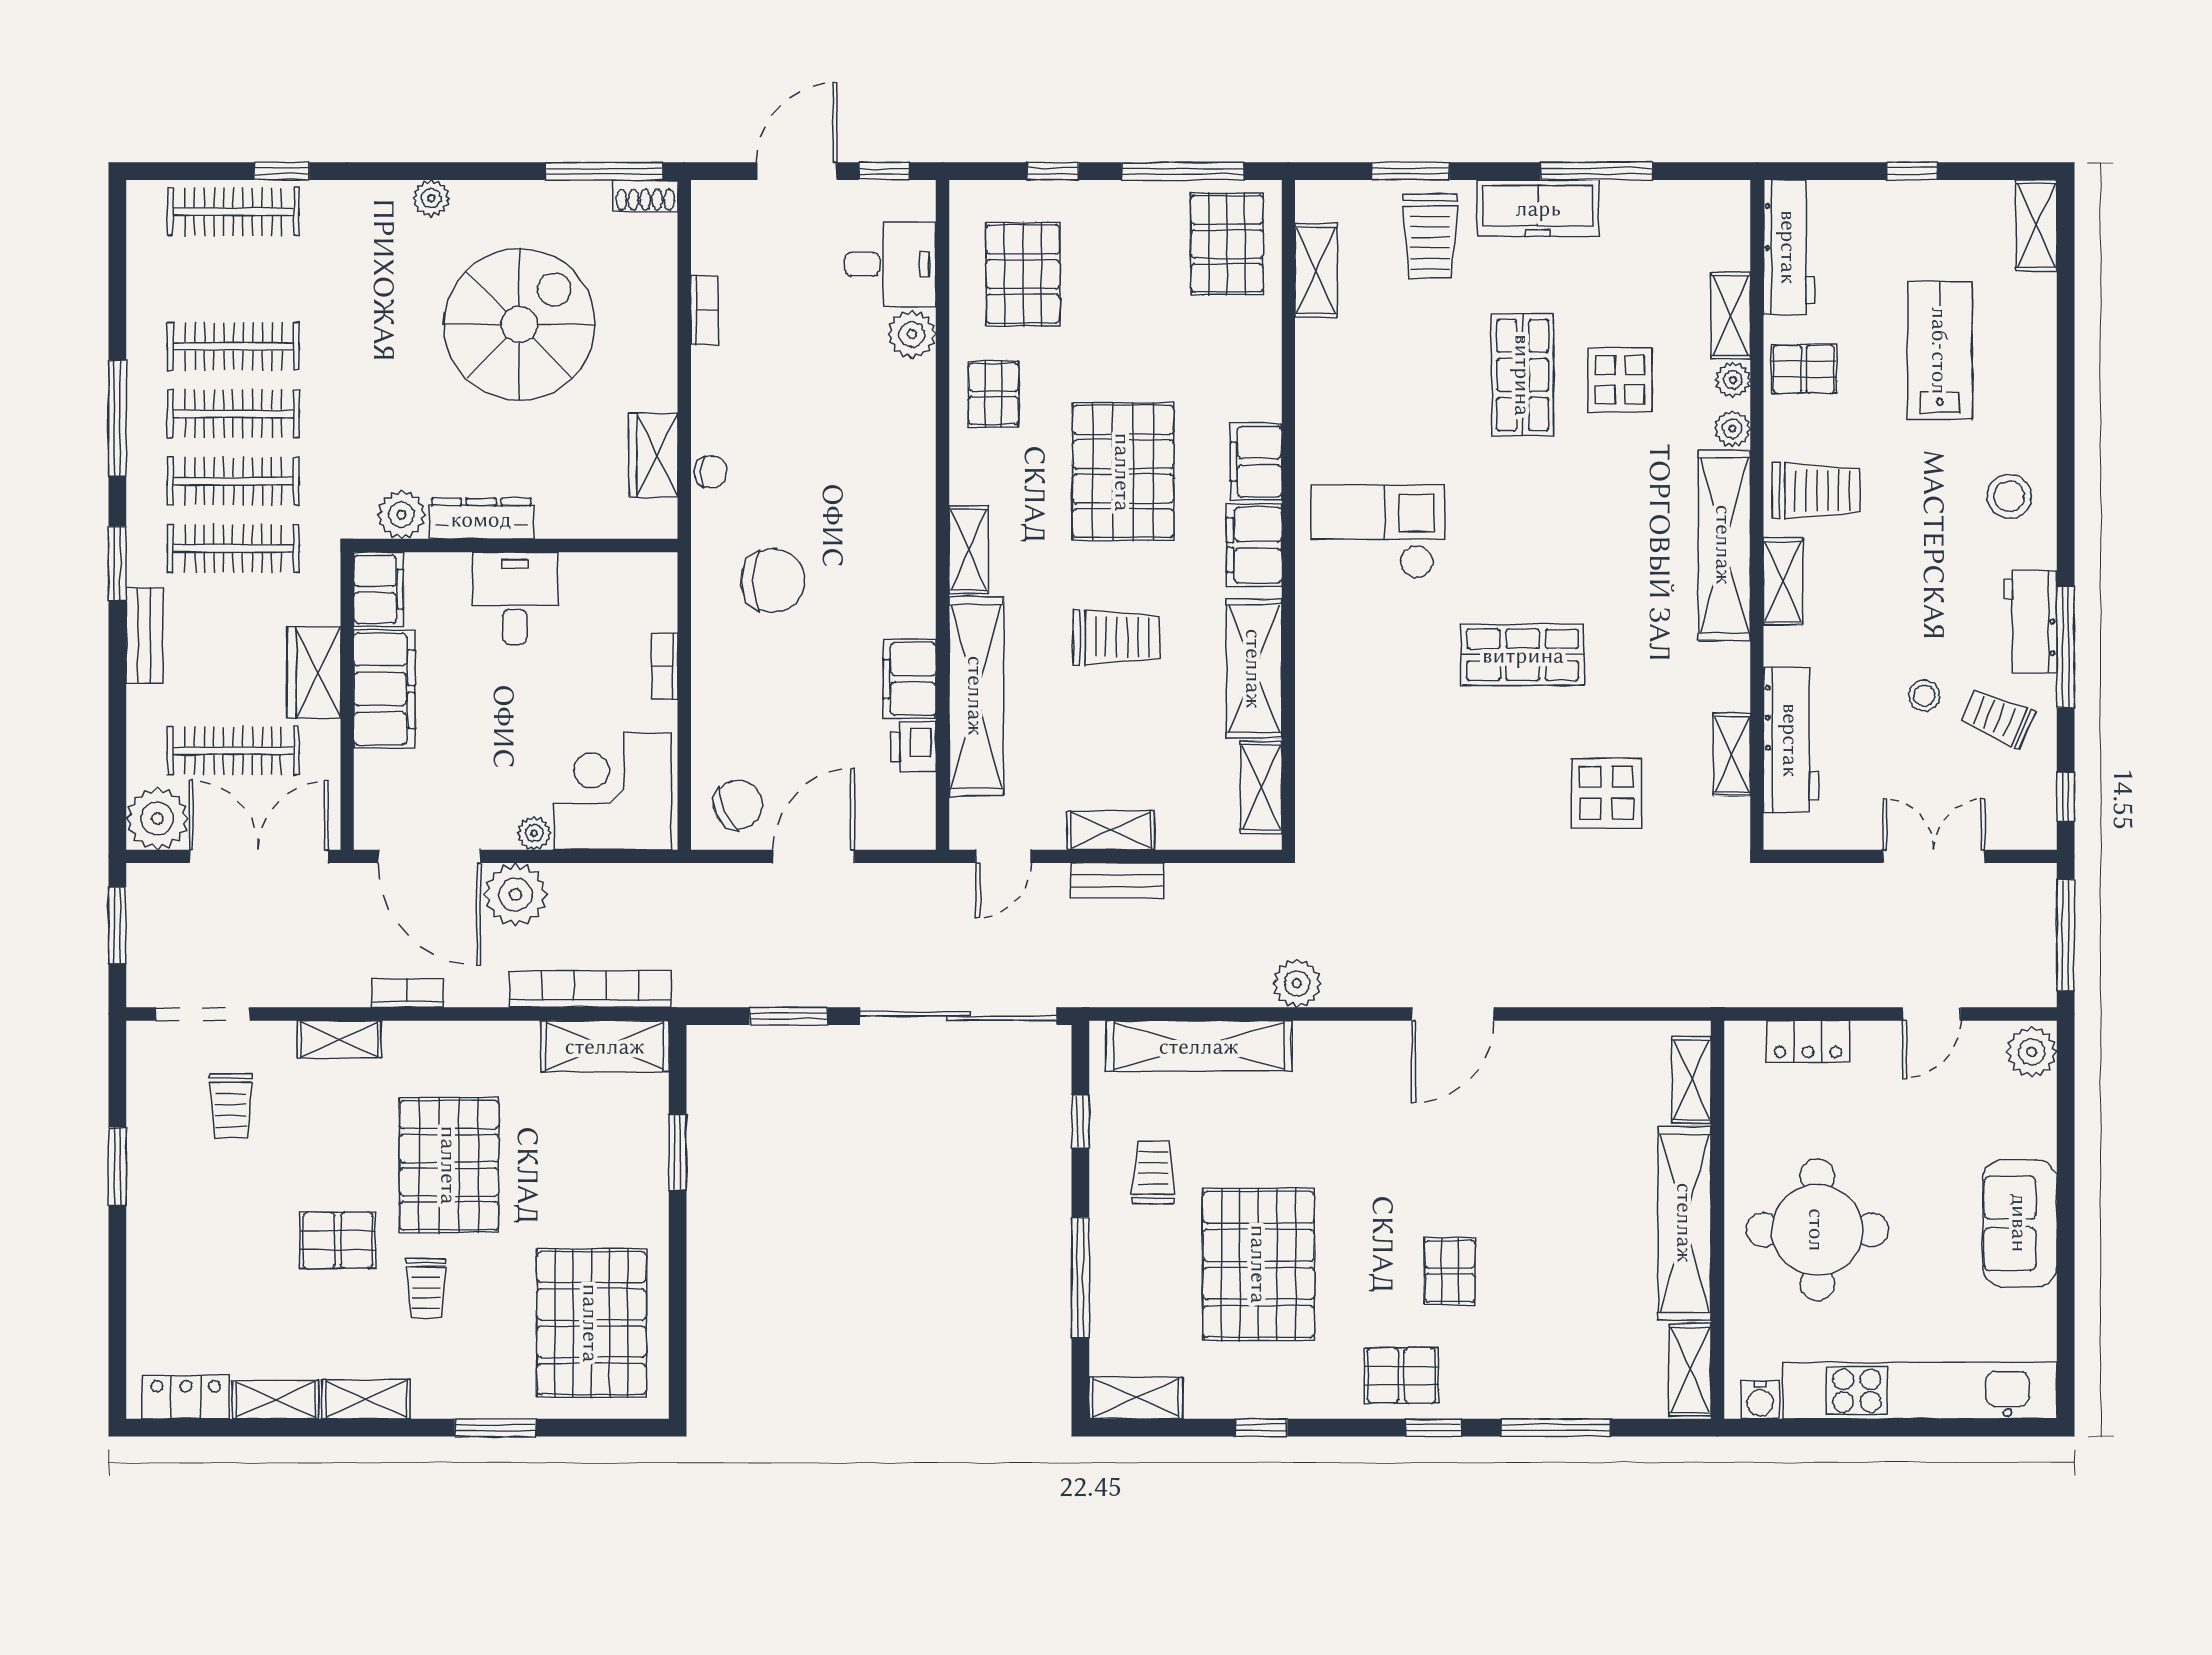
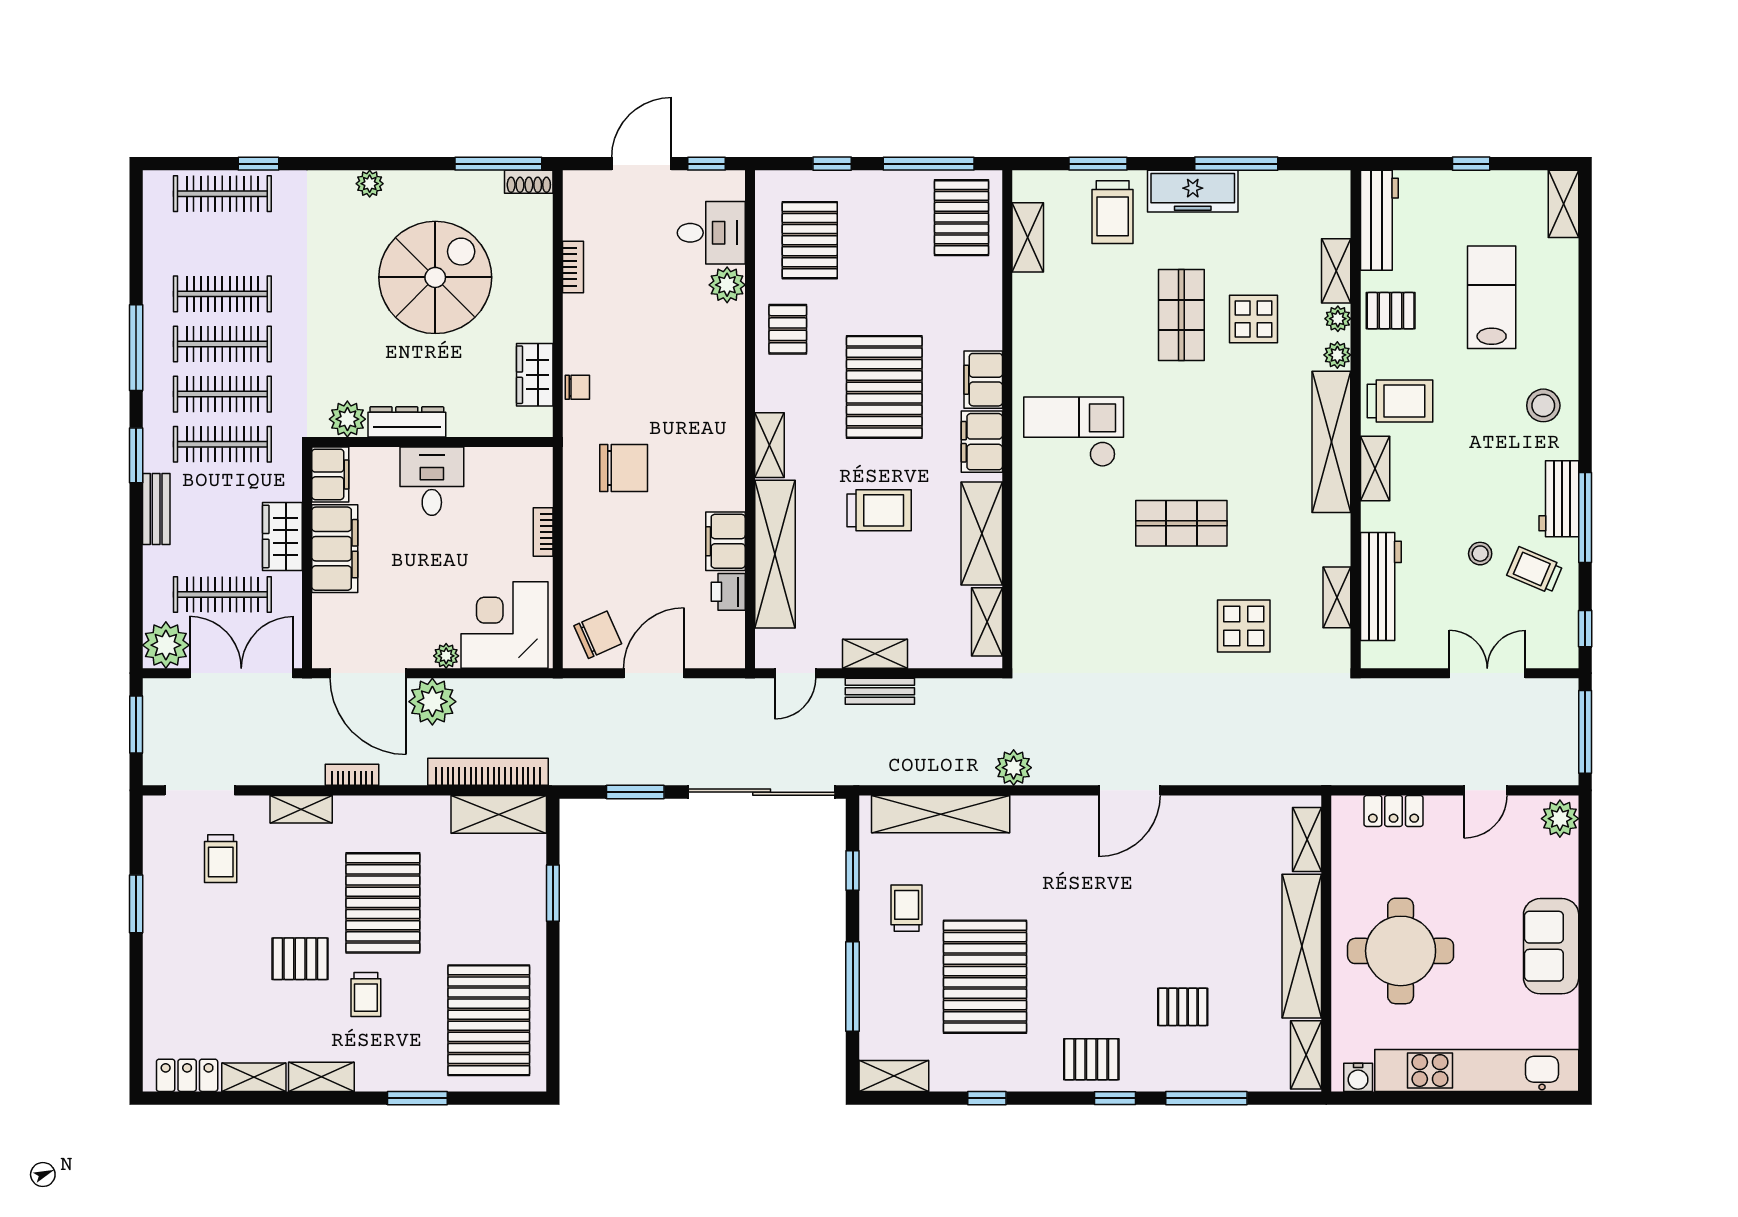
pallet: (1450, 1271) -> (1183, 1007), moved, turned 90

